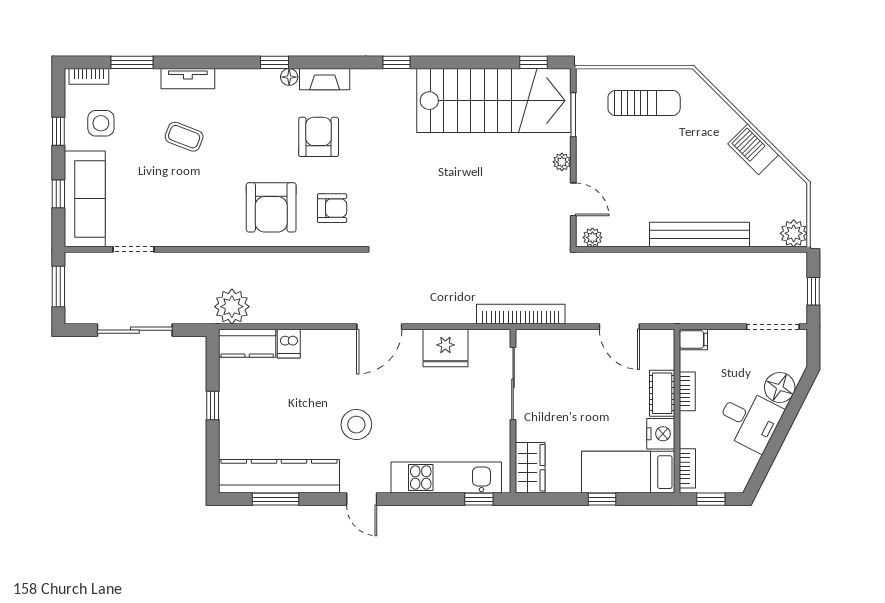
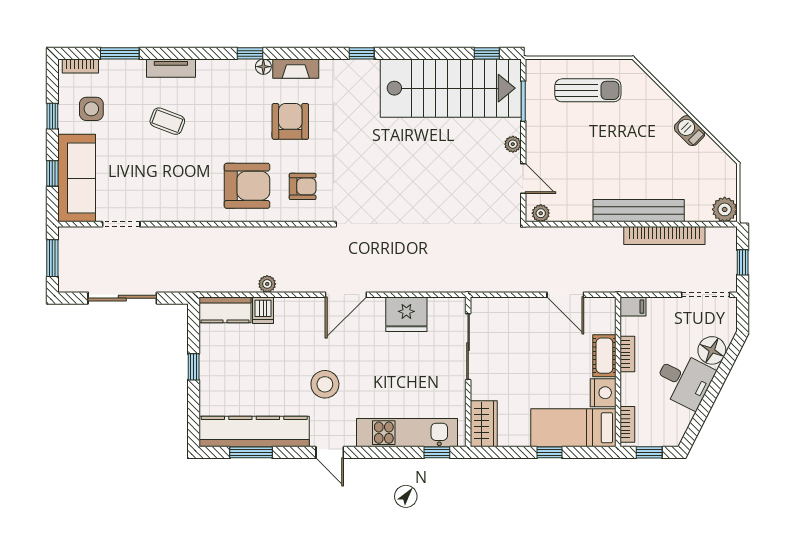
barbecue: (753, 149) -> (690, 131), width x0.73, depth x0.79
armchair: (271, 207) -> (247, 186), turned -90
plant: (232, 307) -> (267, 284), moved, width x0.53, depth x0.53
bookcase: (521, 314) -> (664, 236), moved, turned 180

